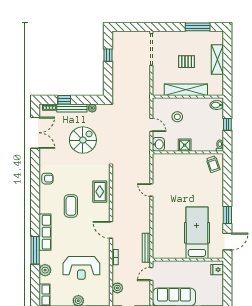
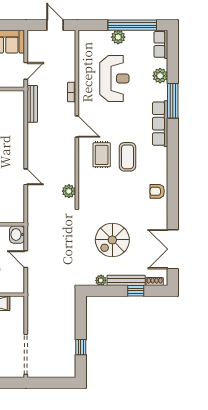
rug: (100, 192) -> (102, 155), moved
reception desk: (81, 268) -> (114, 78), turned 90
plant: (117, 288) -> (69, 191), moved

